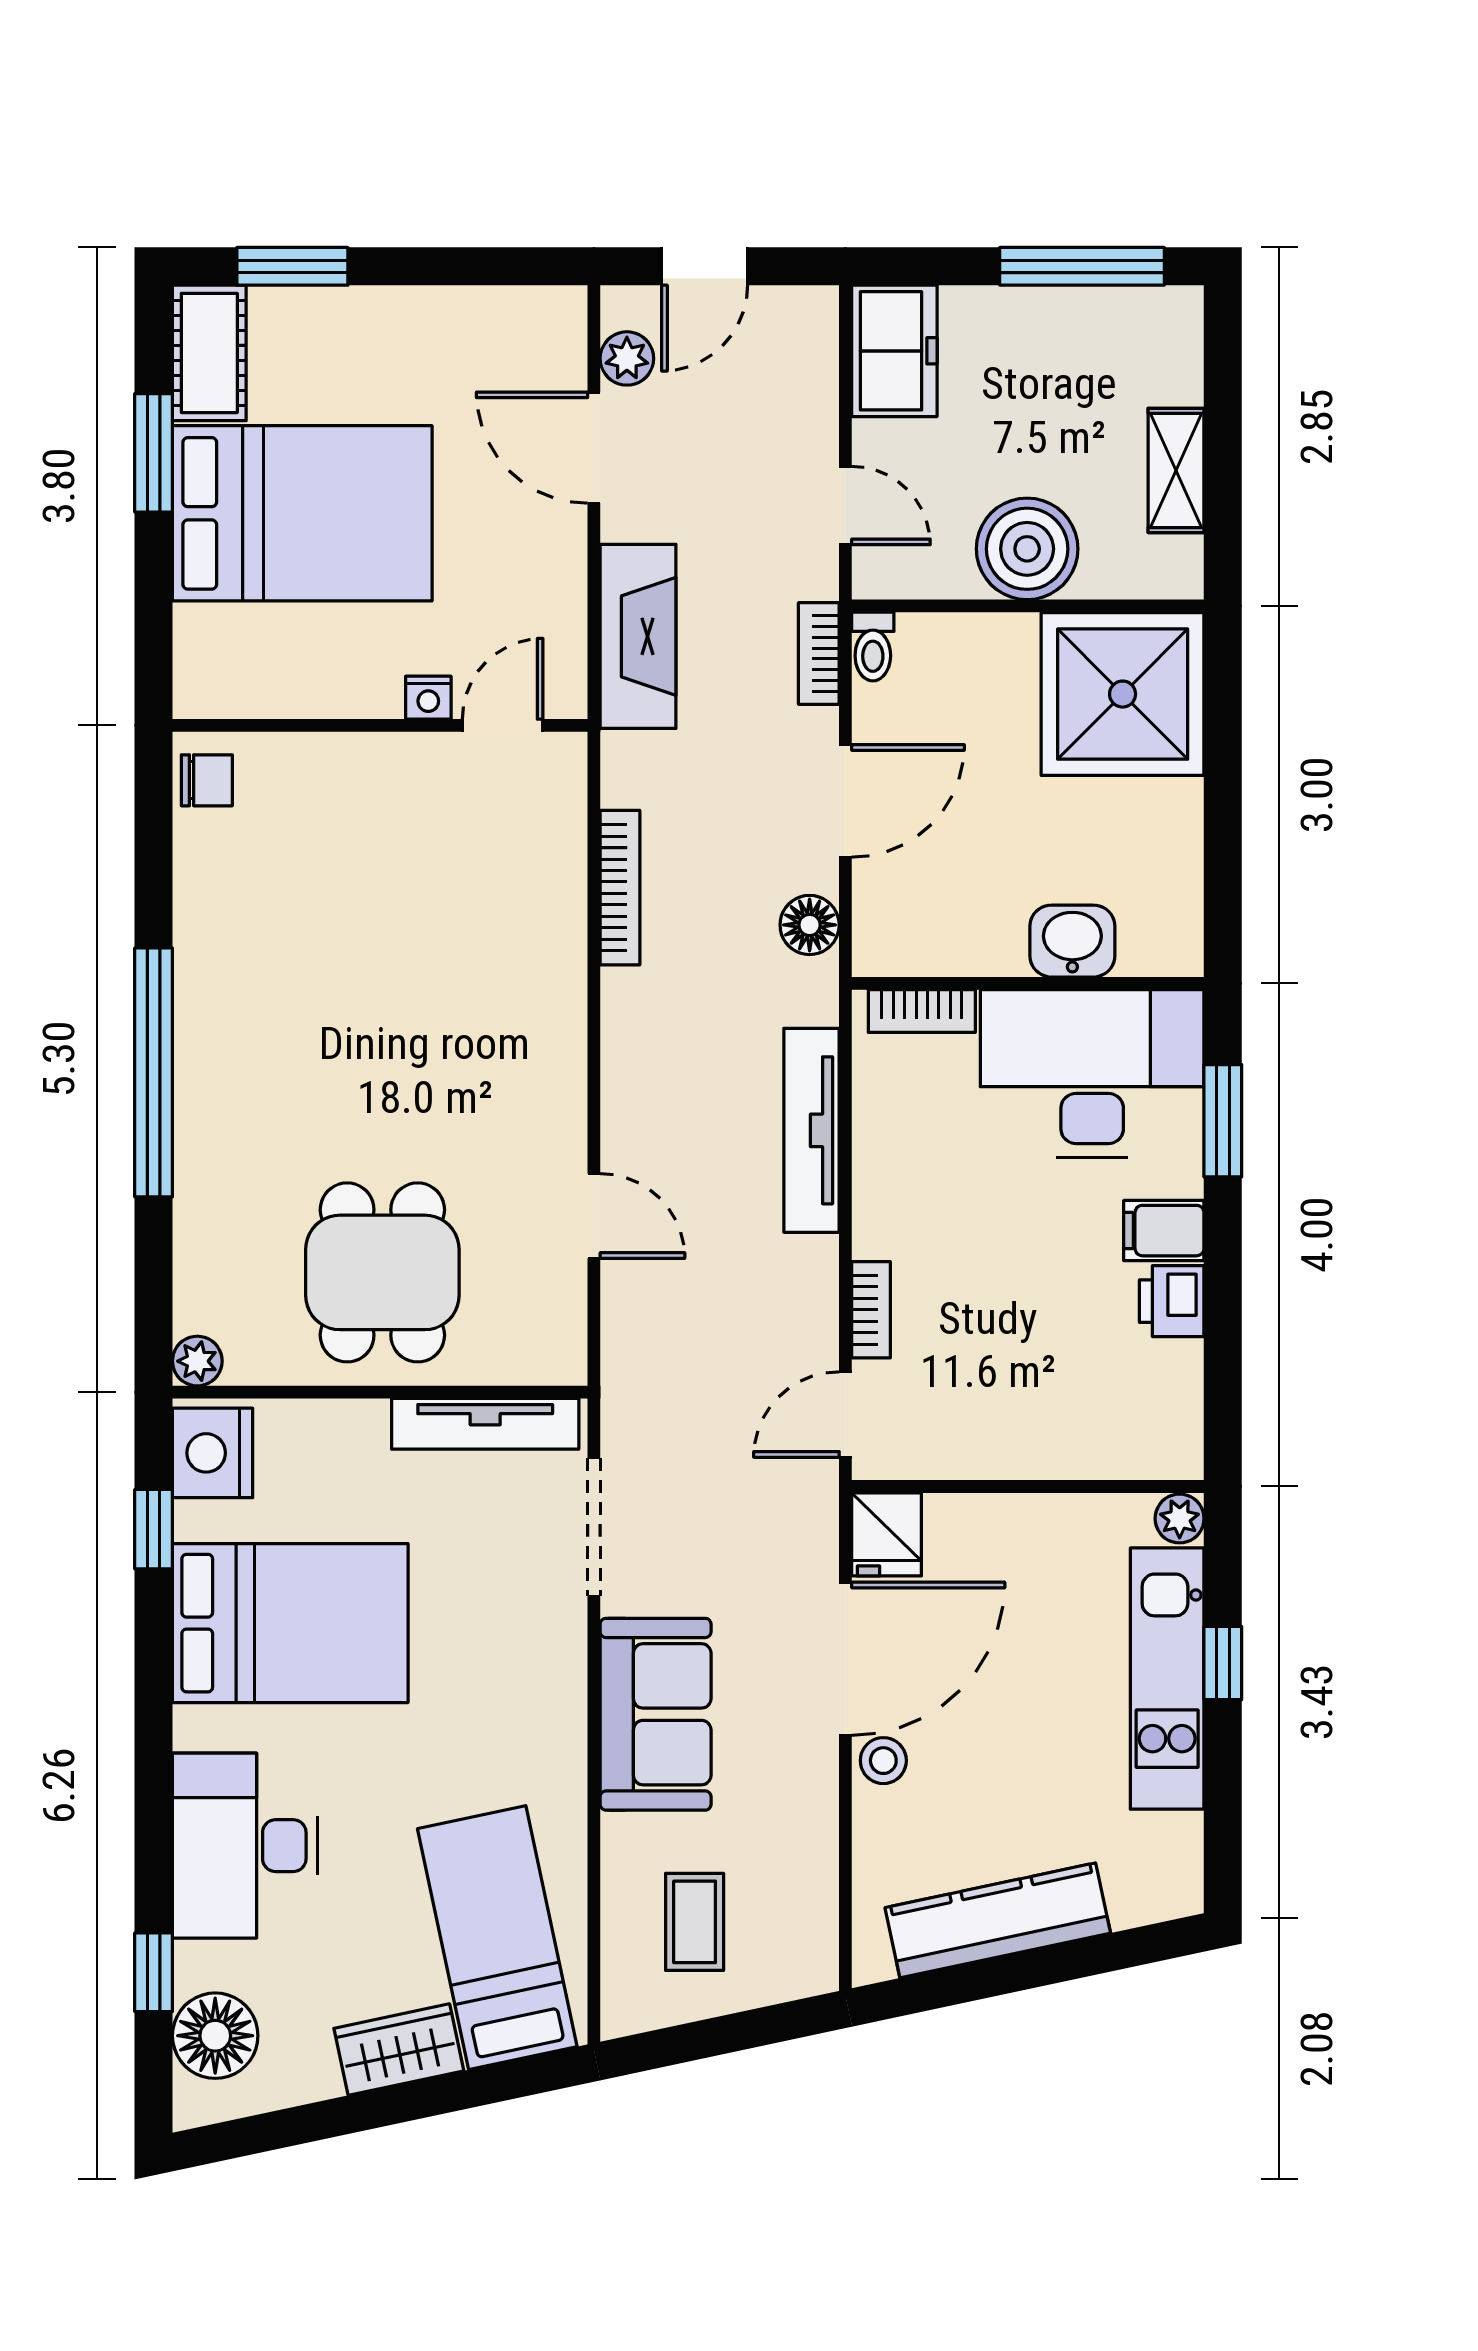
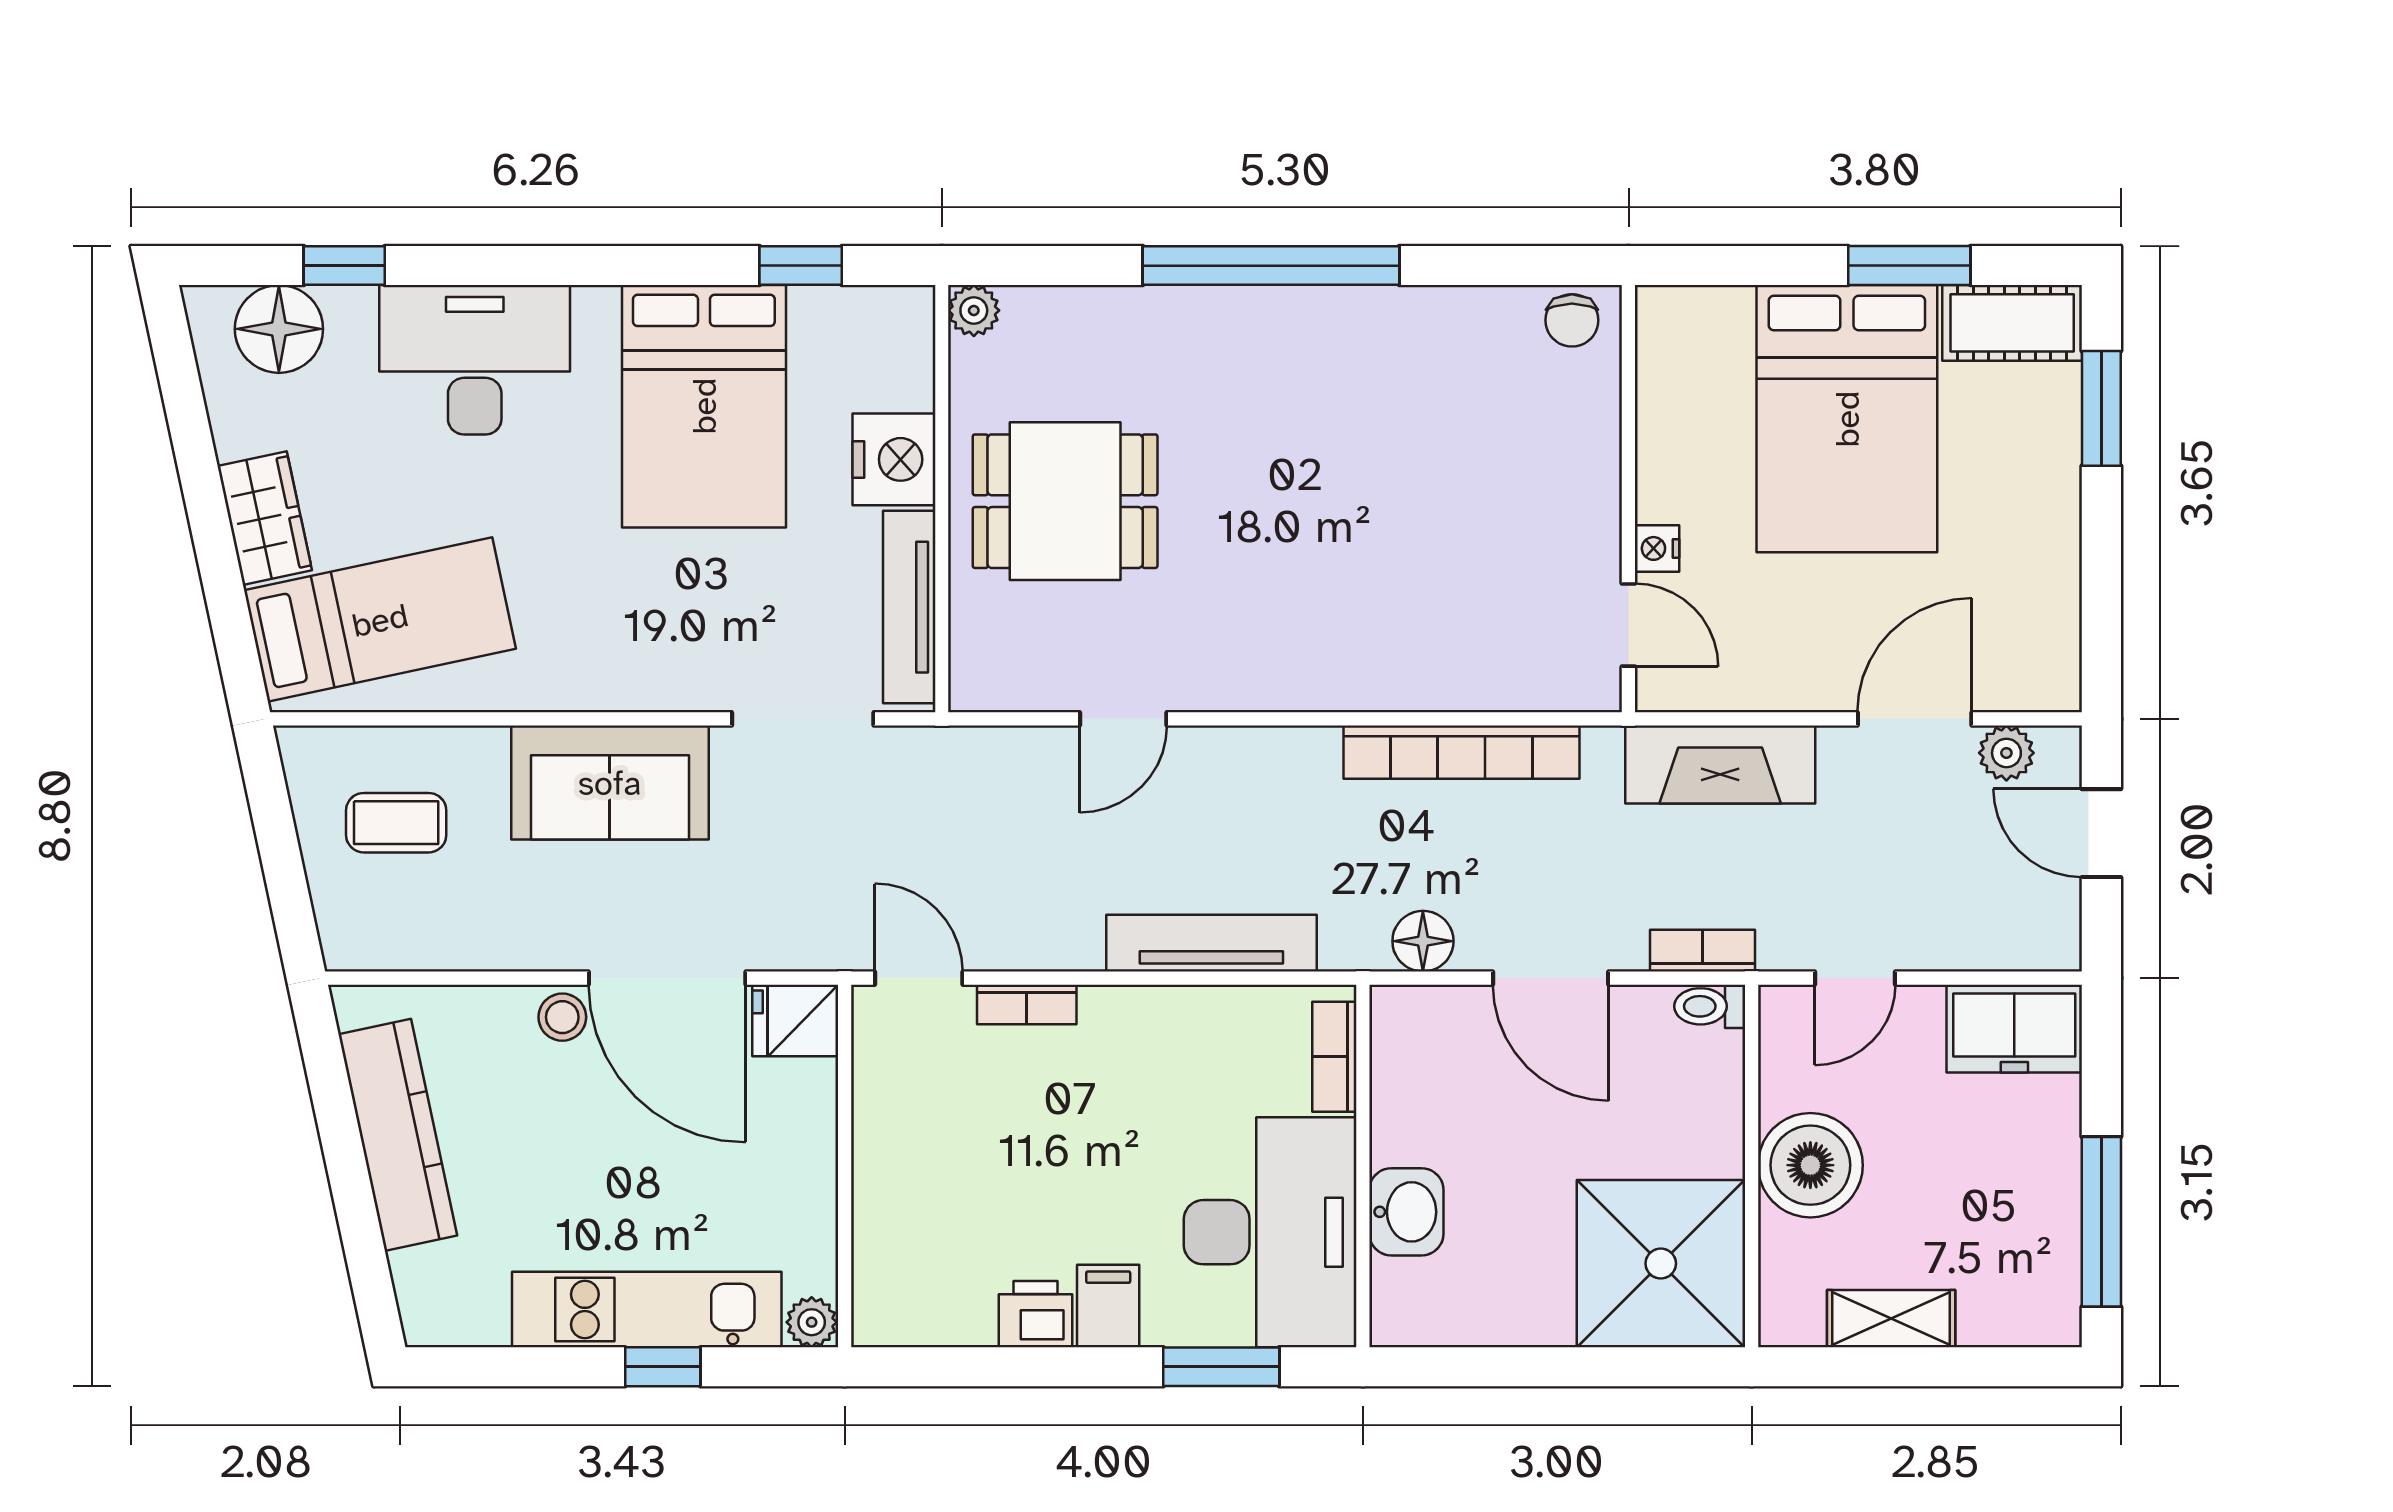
bookcase: (620, 888) -> (1461, 752), width x1.48, depth x1.31
nightstand: (213, 1453) -> (894, 459), moved, turned 90

